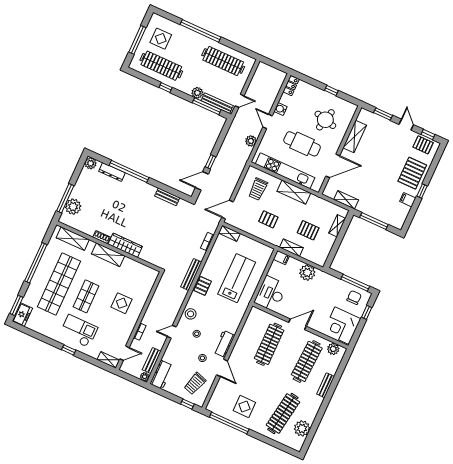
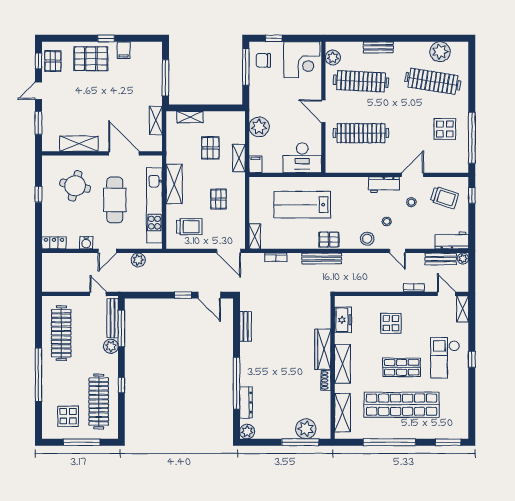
freezer: (22, 315) -> (343, 320), moved, turned 90

